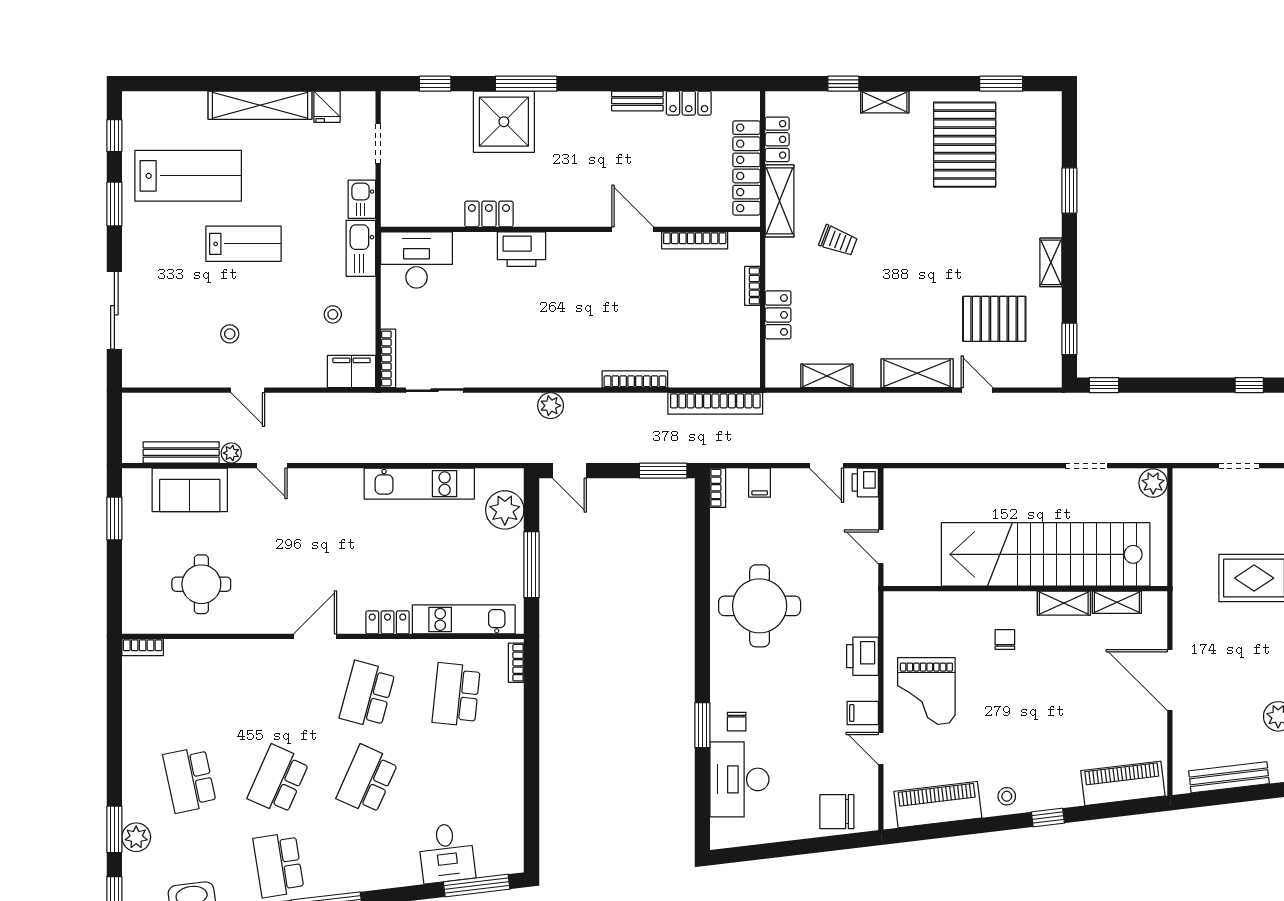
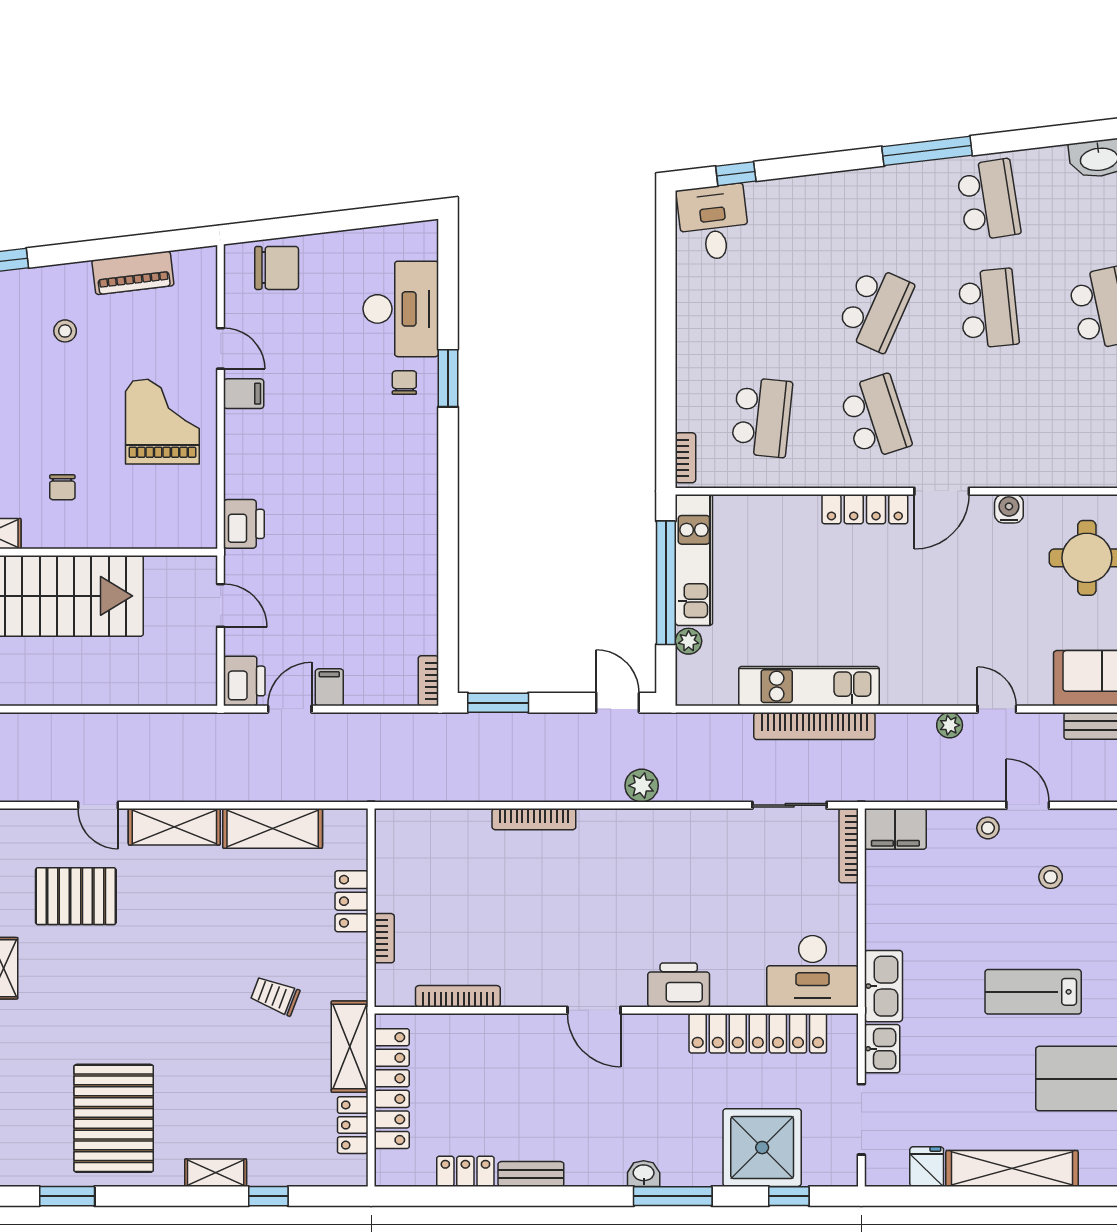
washbasin: (549, 101) -> (644, 1174), added
shower: (504, 122) -> (762, 1148), moved
doorway: (378, 144) -> (861, 1119), width x1.38
locker: (489, 214) -> (758, 1033), width x2.16, depth x1.21
door: (633, 229) -> (594, 1010), moved
stool: (333, 314) -> (988, 828), moved
shelving: (827, 376) -> (273, 828), width x1.50, depth x1.33
bookcase: (715, 403) -> (814, 726), moved, turned 180
plant: (231, 453) -> (950, 725), moved
door: (827, 466) -> (290, 709), hinge flipped
printer: (865, 482) -> (244, 681), width x1.36, depth x1.24
filing cabinet: (760, 483) -> (329, 687), moved
plant: (505, 510) -> (689, 641), width x0.53, depth x0.53
window: (532, 565) -> (666, 583), width x1.46
round table: (760, 606) -> (375, 530), removed
kitchen unit: (464, 619) -> (694, 560), moved, turned -90
locker: (387, 622) -> (865, 509), width x1.53
water cooler: (262, 623) -> (1009, 509), added
printer: (862, 656) -> (244, 524), moved
school desk: (367, 695) -> (875, 417), turned -33
school desk: (278, 780) -> (988, 309), turned -30
stool: (1007, 796) -> (65, 331), moved
piano: (938, 805) -> (133, 273), width x0.73, depth x0.75
desk: (447, 853) -> (713, 222), moved
window: (477, 886) -> (736, 174), width x0.46

